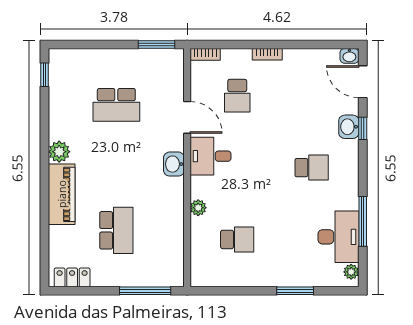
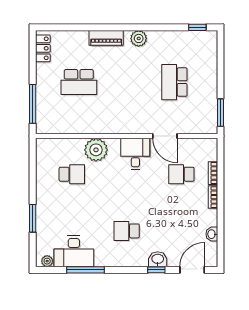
bookcase: (205, 54) -> (213, 173), moved
washbasin: (349, 56) -> (212, 234), moved
door: (187, 117) -> (165, 136), hinge flipped
washbasin: (174, 164) -> (129, 126), removed
school desk: (312, 168) -> (127, 231), turned 90
piano: (62, 194) -> (106, 38), width x0.73, depth x0.75
plant: (198, 208) -> (96, 150), width x1.88, depth x1.88
school desk: (237, 239) -> (72, 174), turned -90

